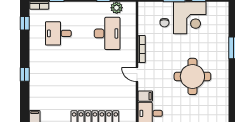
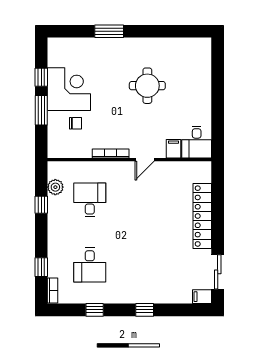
window: (25, 23) -> (95, 310), moved
desk: (107, 33) -> (90, 200), width x0.73
round table: (192, 76) -> (147, 86), width x0.73, depth x0.73

